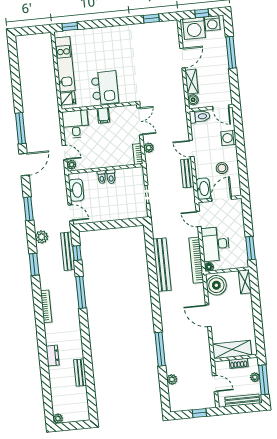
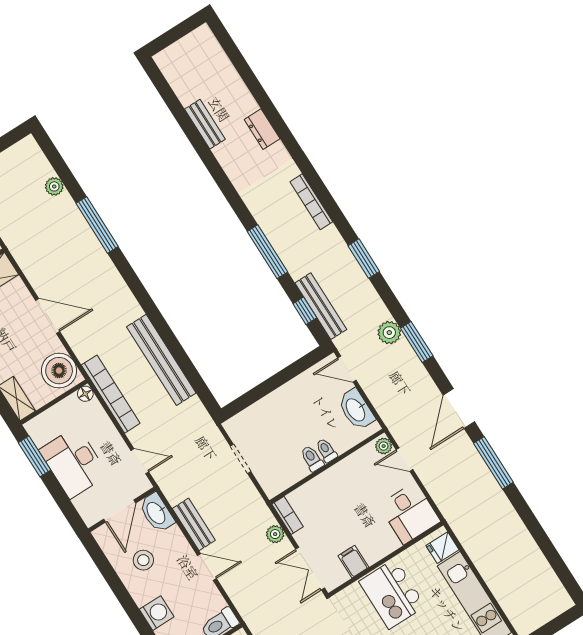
filing cabinet: (103, 115) -> (353, 562), moved
plant: (42, 237) -> (389, 333), moved
desk: (215, 244) -> (74, 462), moved, turned 180
plant: (58, 419) -> (203, 34), removed

